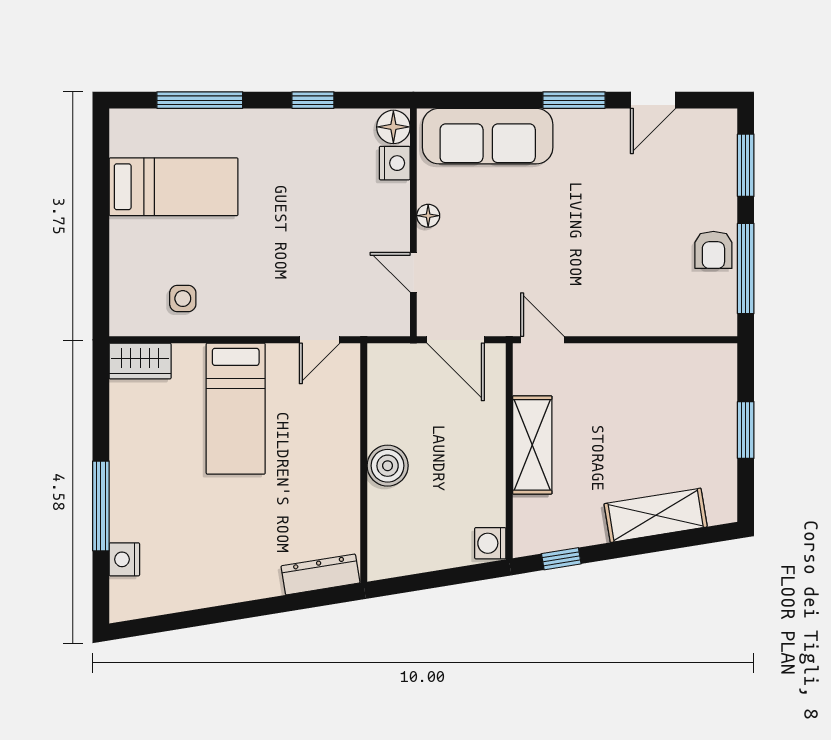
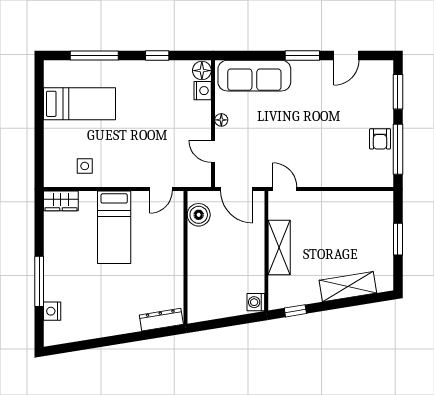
boiler: (388, 466) -> (199, 215), moved

